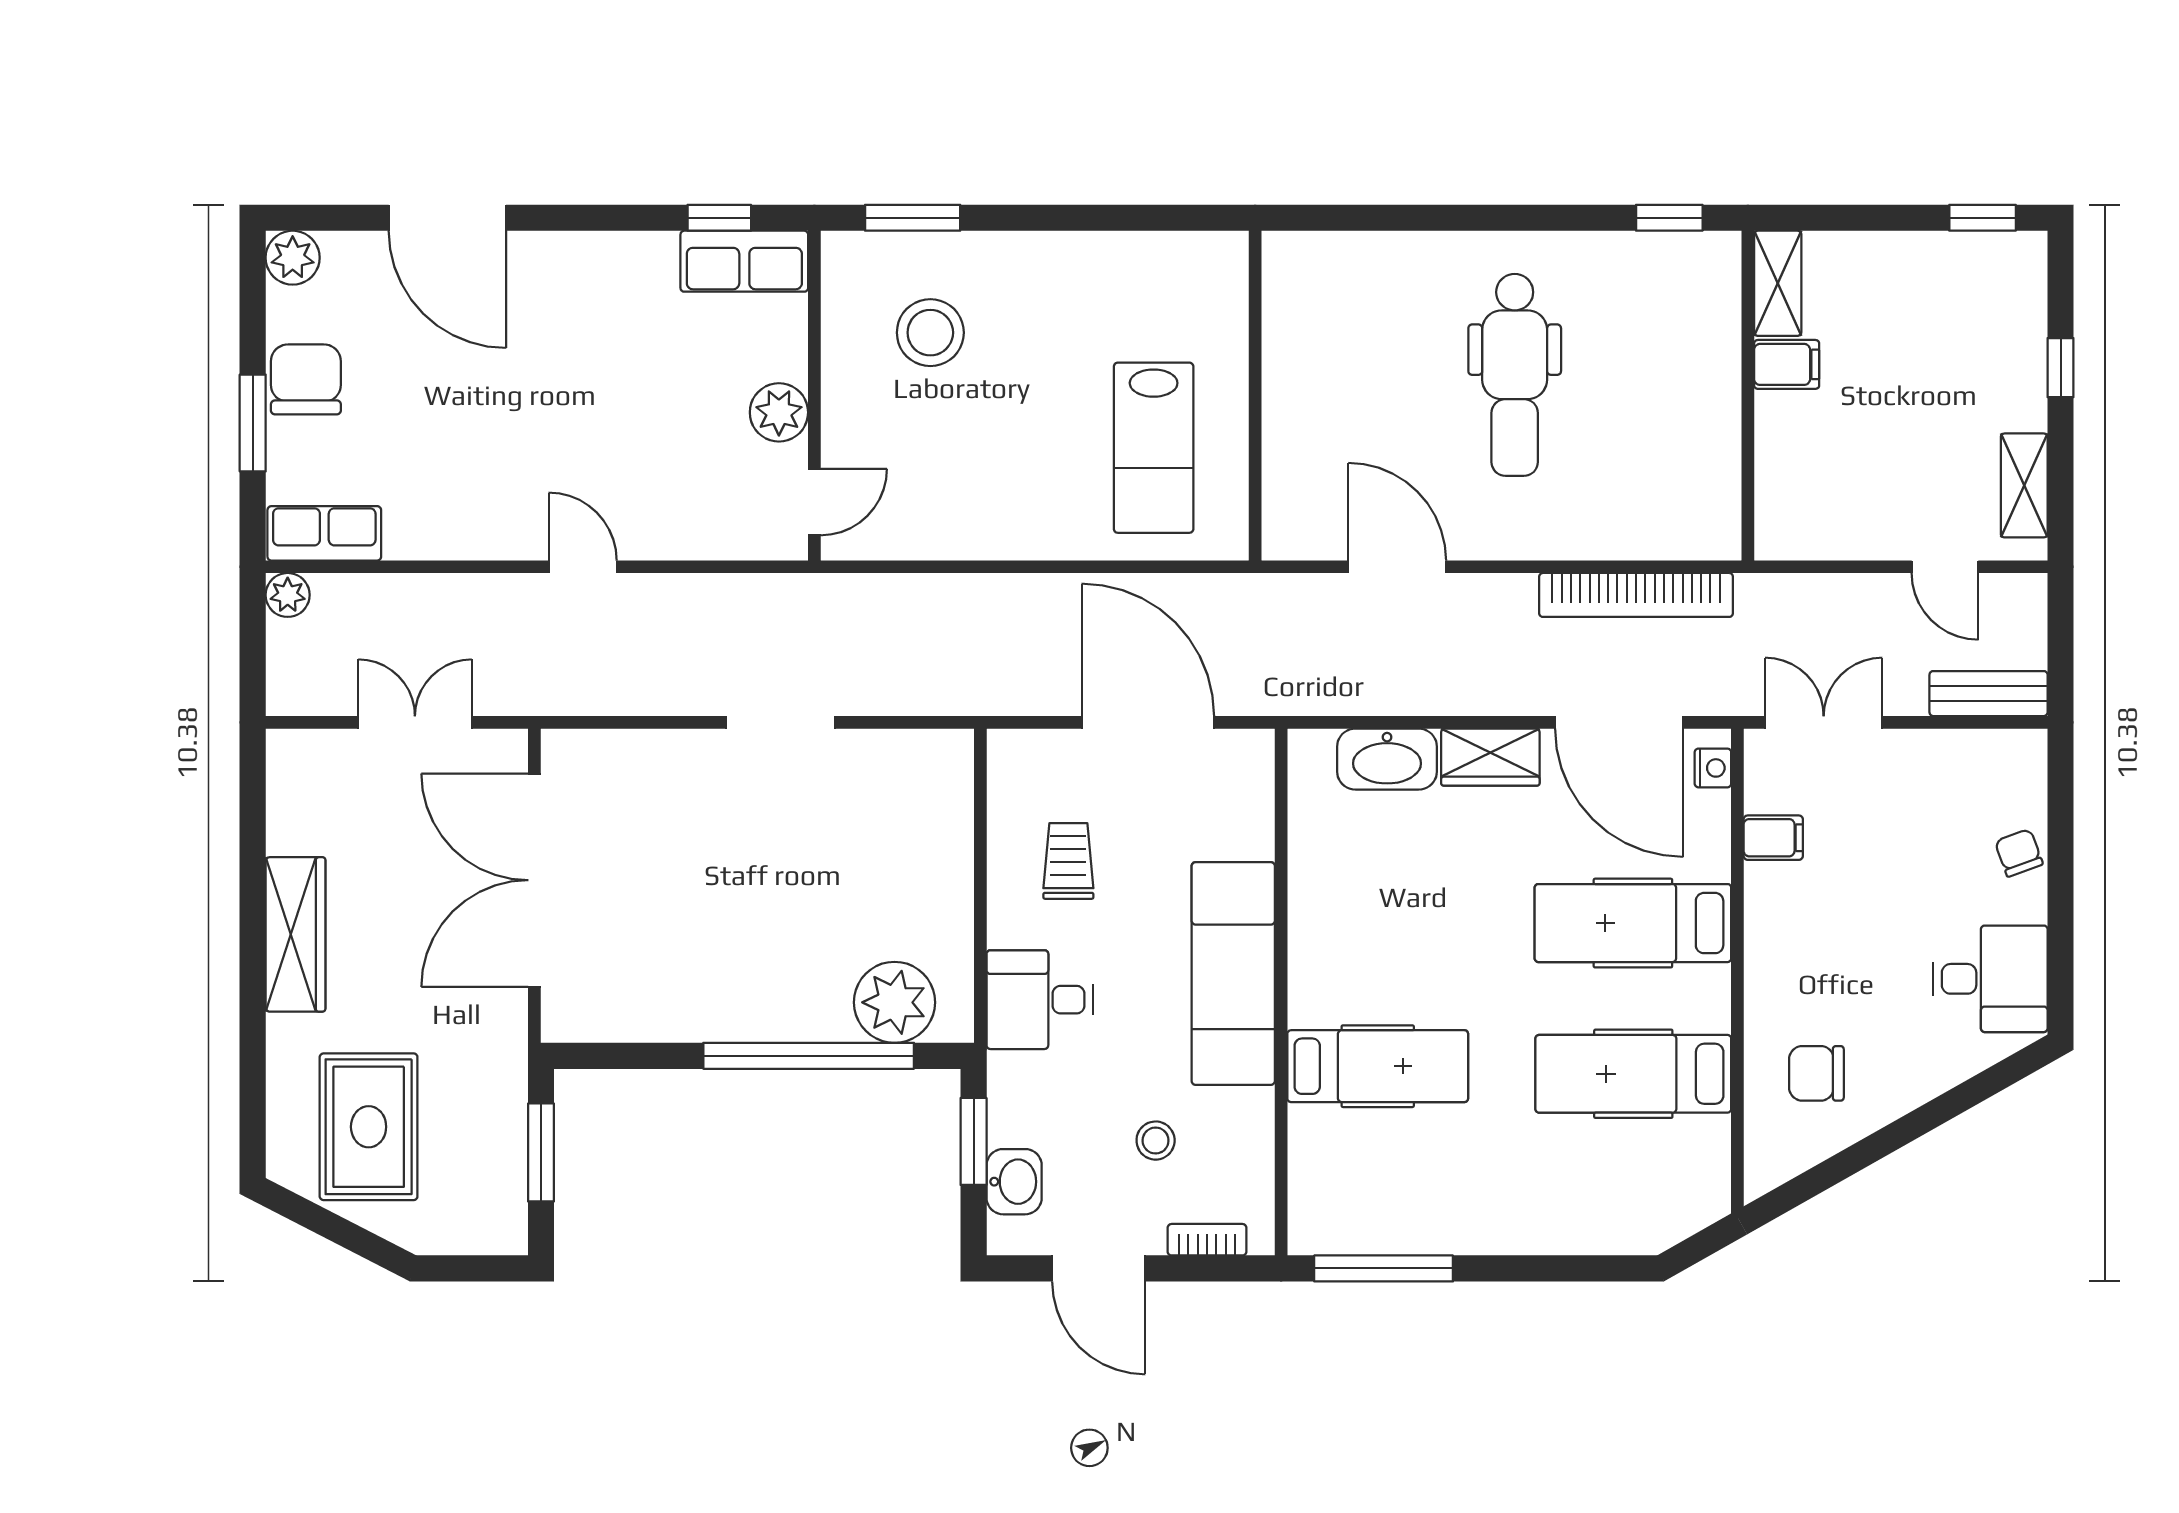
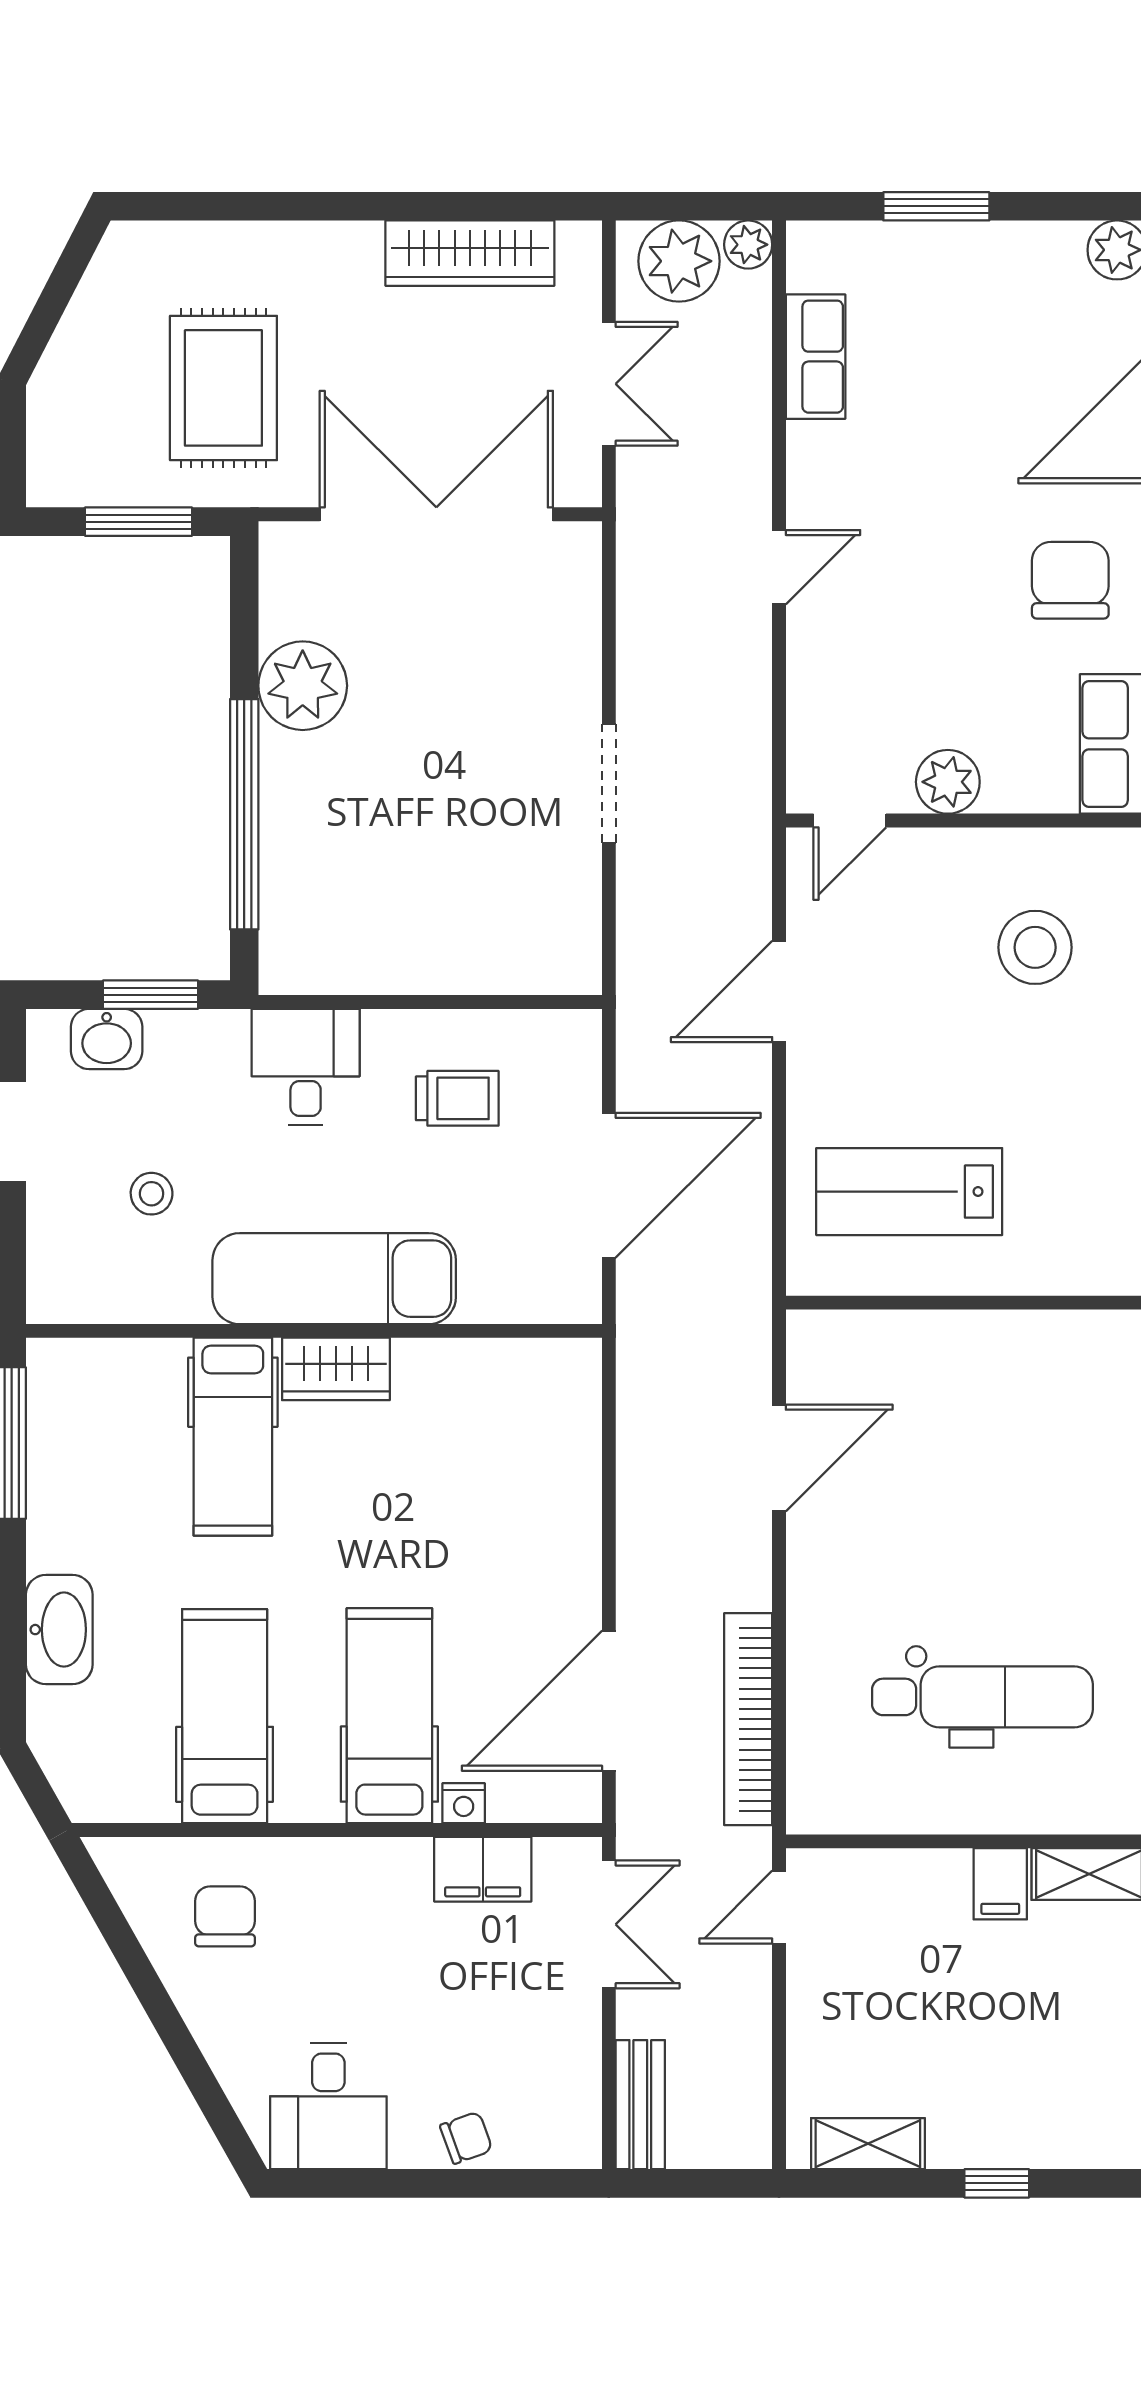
dental chair: (1515, 375) -> (982, 1697), moved, turned 180
chair: (306, 379) -> (1070, 580), moved, turned -90
door: (814, 502) -> (850, 821), hinge flipped
row of seats: (324, 533) -> (816, 357), moved
door: (971, 567) -> (779, 992), added
door: (1945, 567) -> (779, 1907), moved
plant: (303, 658) -> (679, 261), added
wardrobe: (1490, 757) -> (336, 1369), moved, turned -90
washbasin: (1387, 759) -> (59, 1630), moved, turned 180
nightstand: (1713, 768) -> (464, 1803), moved
filing cabinet: (1773, 838) -> (483, 1869), width x2.00
wardrobe: (296, 934) -> (470, 253), moved
plant: (894, 1002) -> (303, 686), moved
rug: (369, 1127) -> (223, 388), moved, turned 90
bookcase: (1207, 1240) -> (43, 1250), removed

